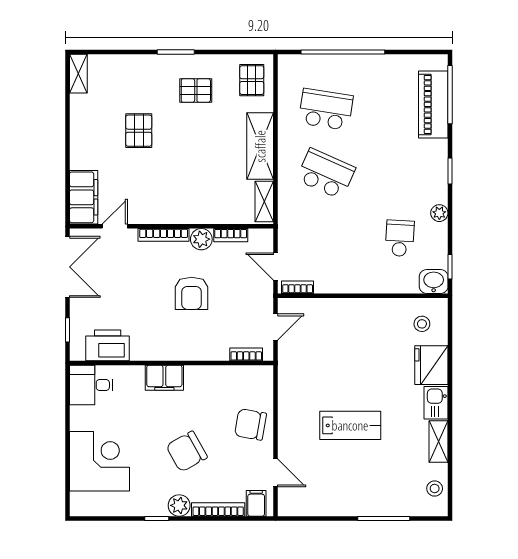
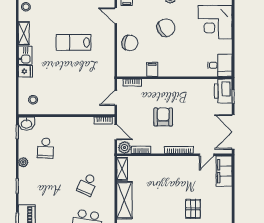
school desk: (326, 174) -> (87, 184), width x0.54
plant: (201, 239) -> (124, 148), moved
printer: (108, 345) -> (223, 91), moved, turned 90
fridge: (431, 365) -> (25, 71), width x0.53, depth x0.75
filing cabinet: (164, 378) -> (152, 69), moved, width x0.50

